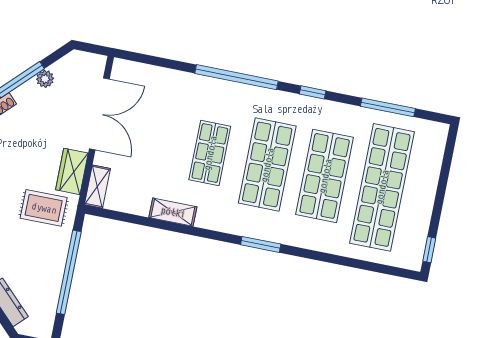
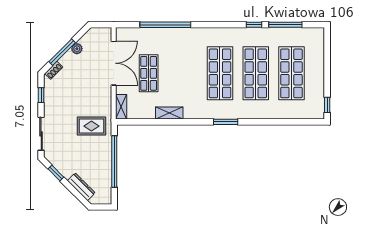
window: (237, 77) -> (165, 25), moved
window: (313, 92) -> (254, 25), moved
shop shelf: (210, 153) -> (149, 73), moved
wardrobe: (72, 171) -> (104, 101), removed
shop shelf: (382, 187) -> (291, 73), width x0.71

